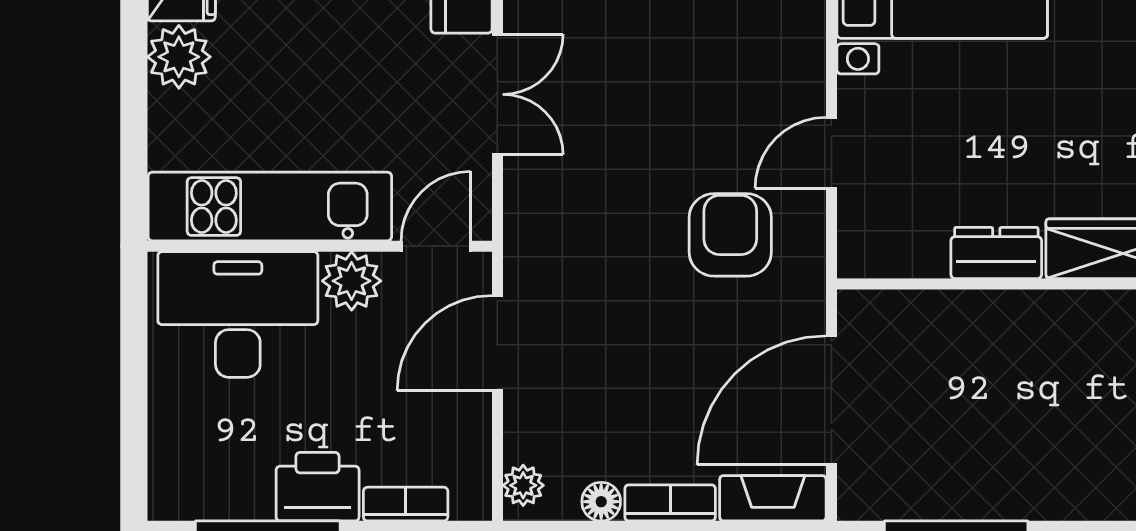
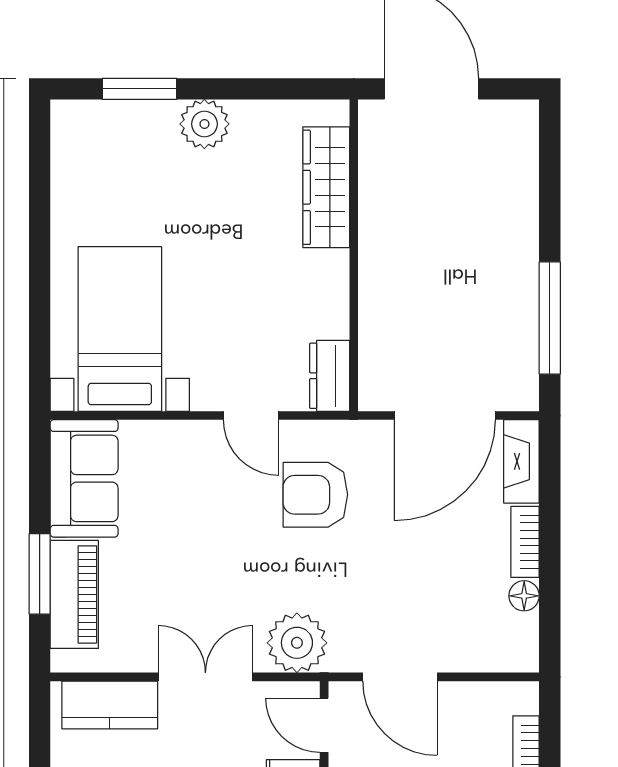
dresser: (996, 253) -> (330, 376), moved
door: (831, 400) -> (445, 416), hinge flipped
plant: (523, 485) -> (297, 643), moved, width x1.88, depth x1.88

